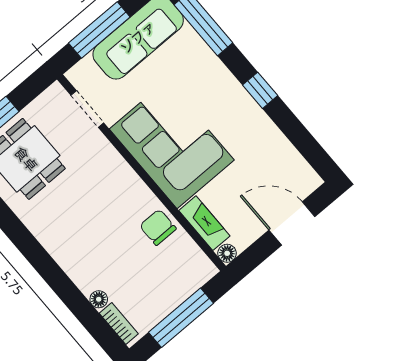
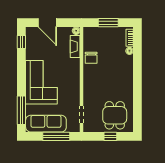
window: (260, 90) -> (21, 42), moved
corner sofa: (172, 145) -> (41, 82), moved, turned 180
window: (181, 318) -> (108, 23), width x0.69

